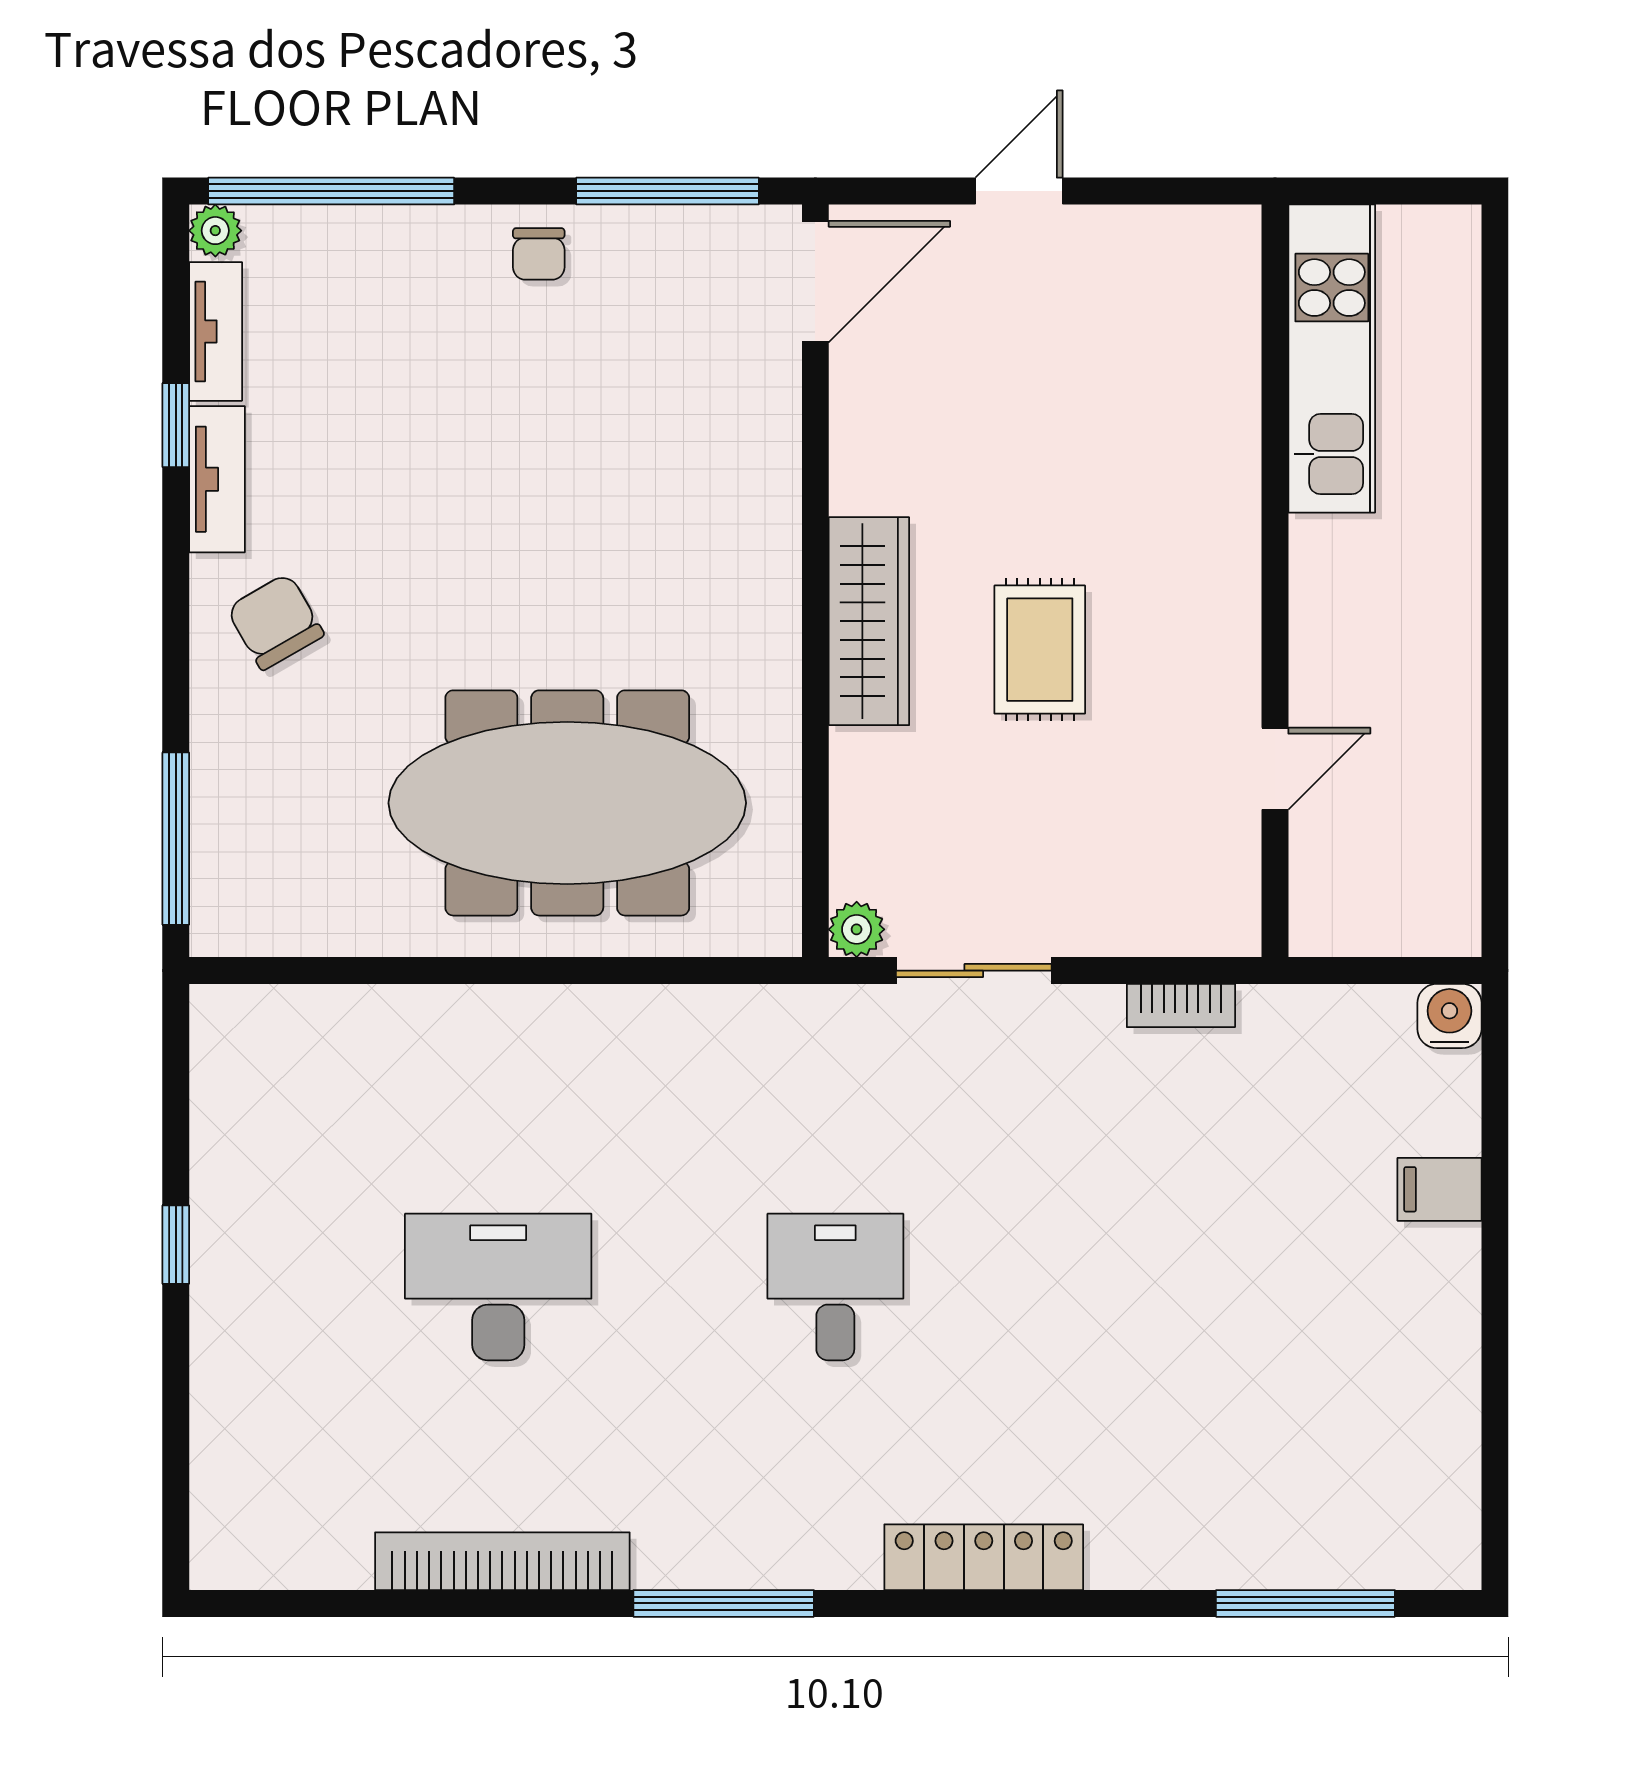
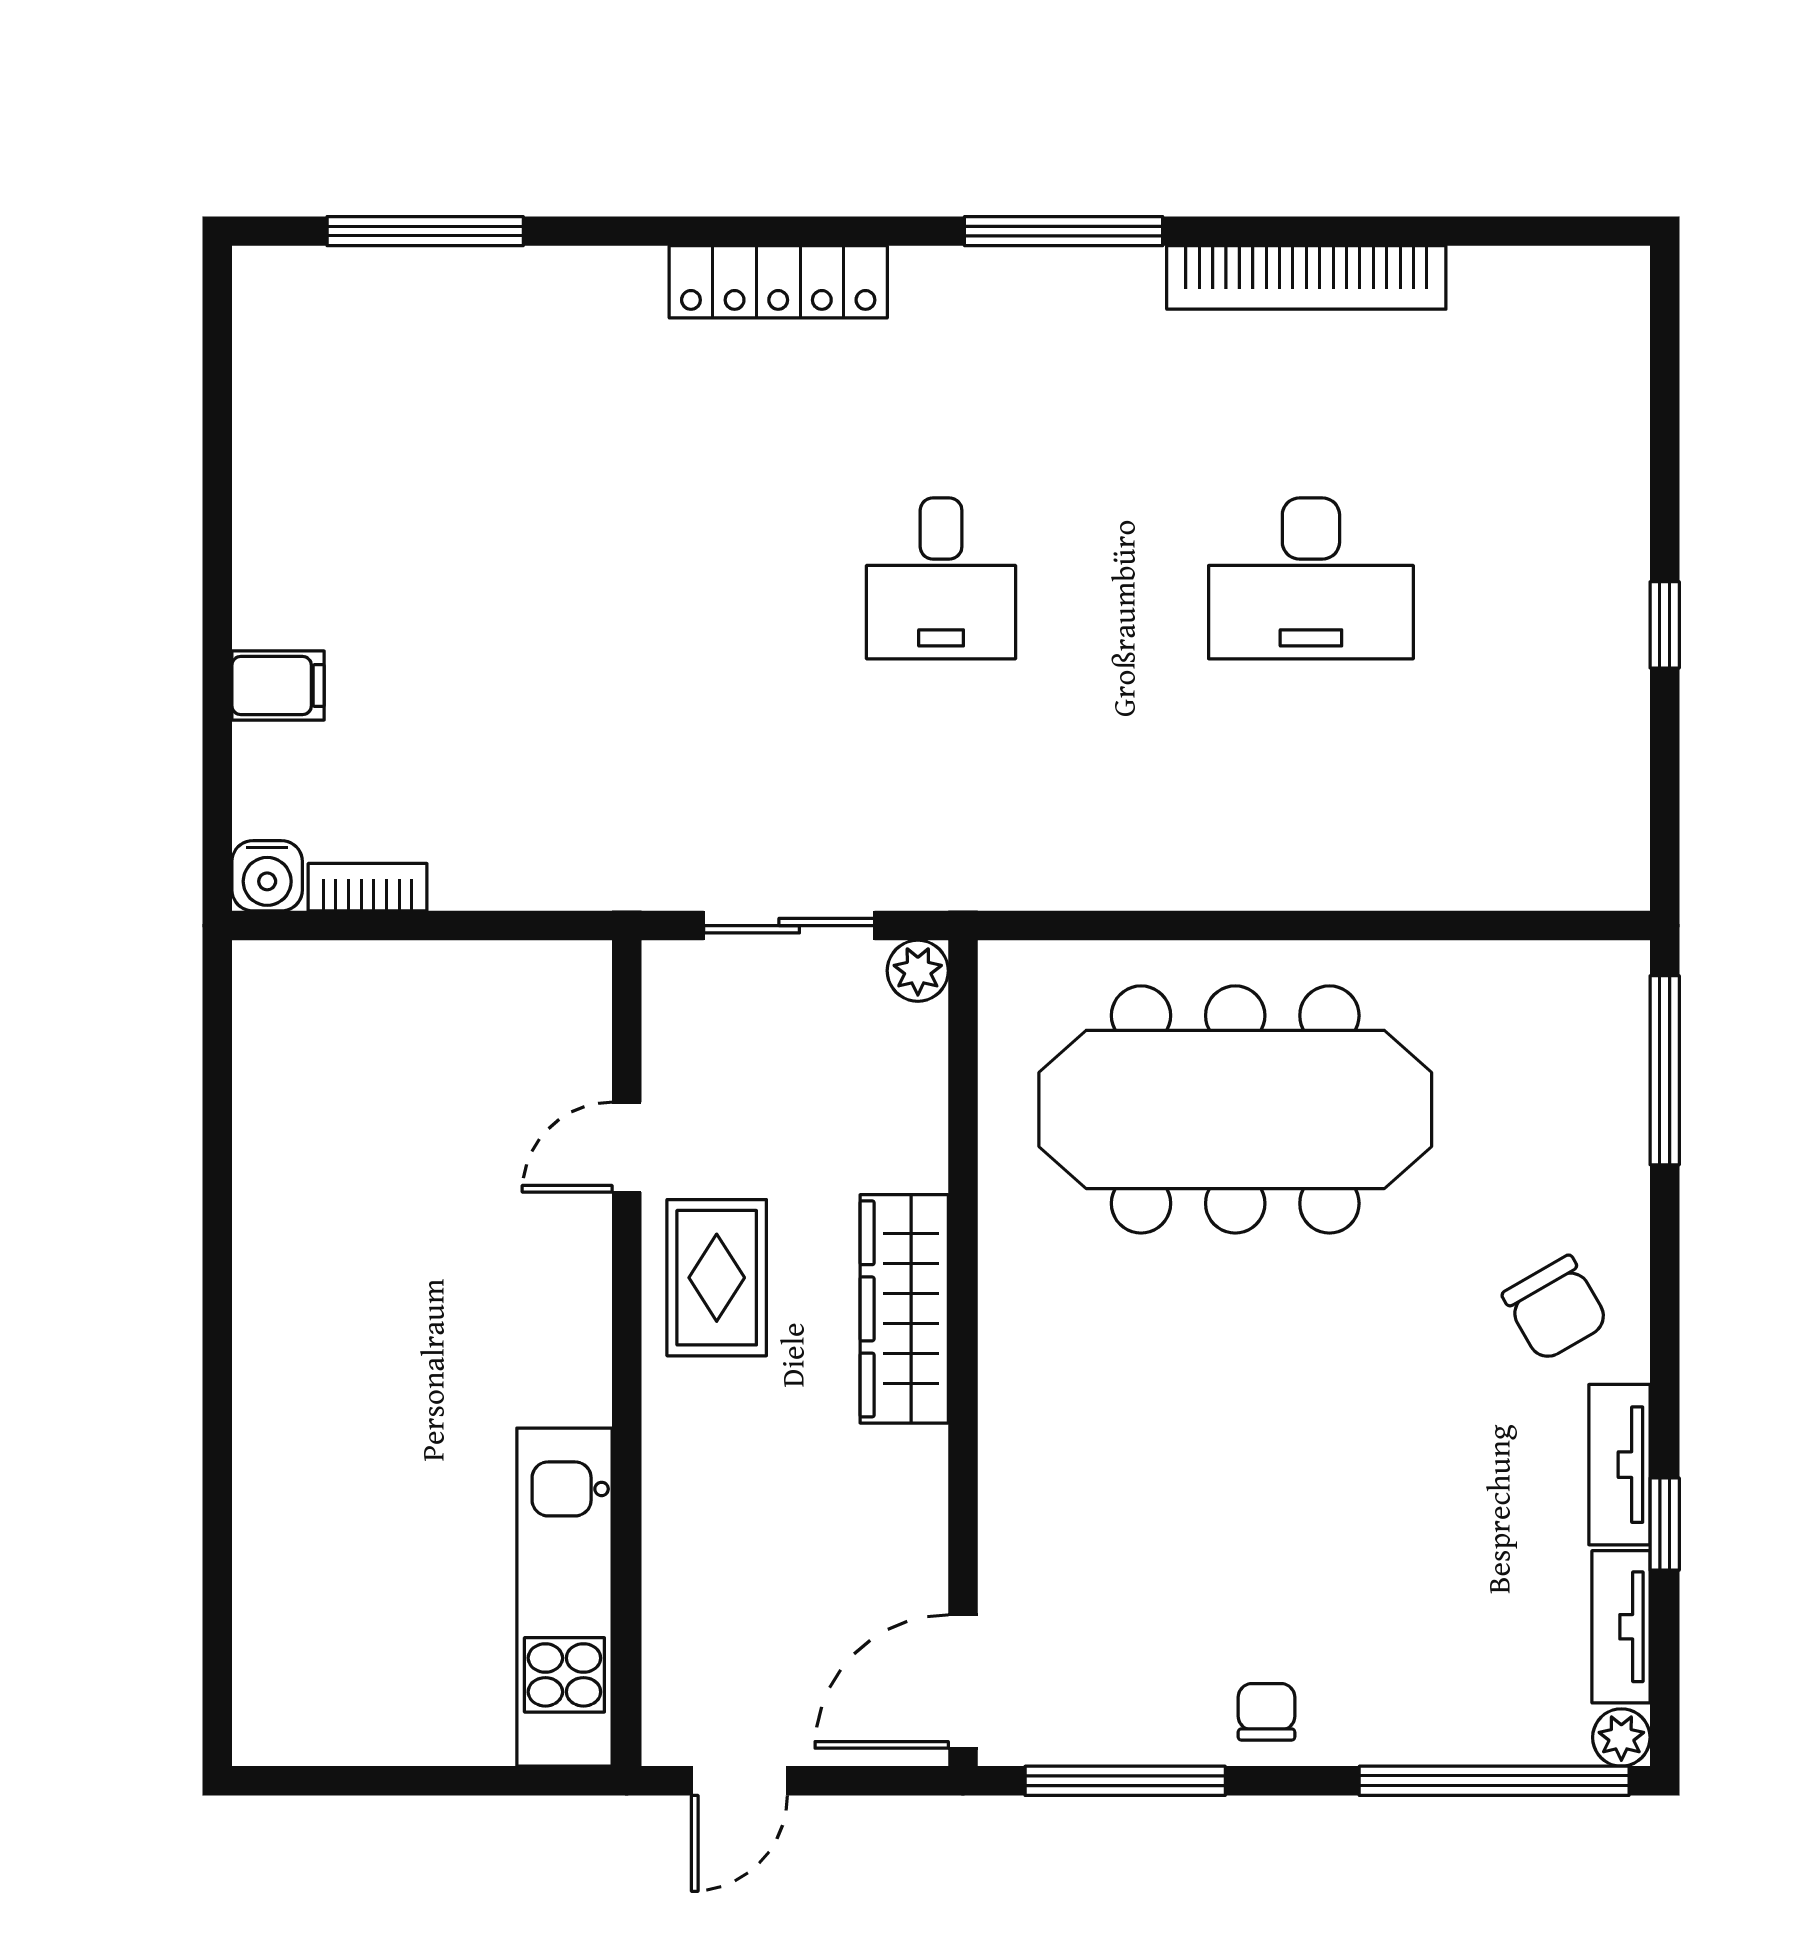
kitchen unit: (1332, 358) -> (564, 1597), moved
wall: (1275, 581) -> (627, 1353), moved
door: (1275, 769) -> (627, 1147), moved
bookcase: (1181, 1006) -> (368, 887), moved

